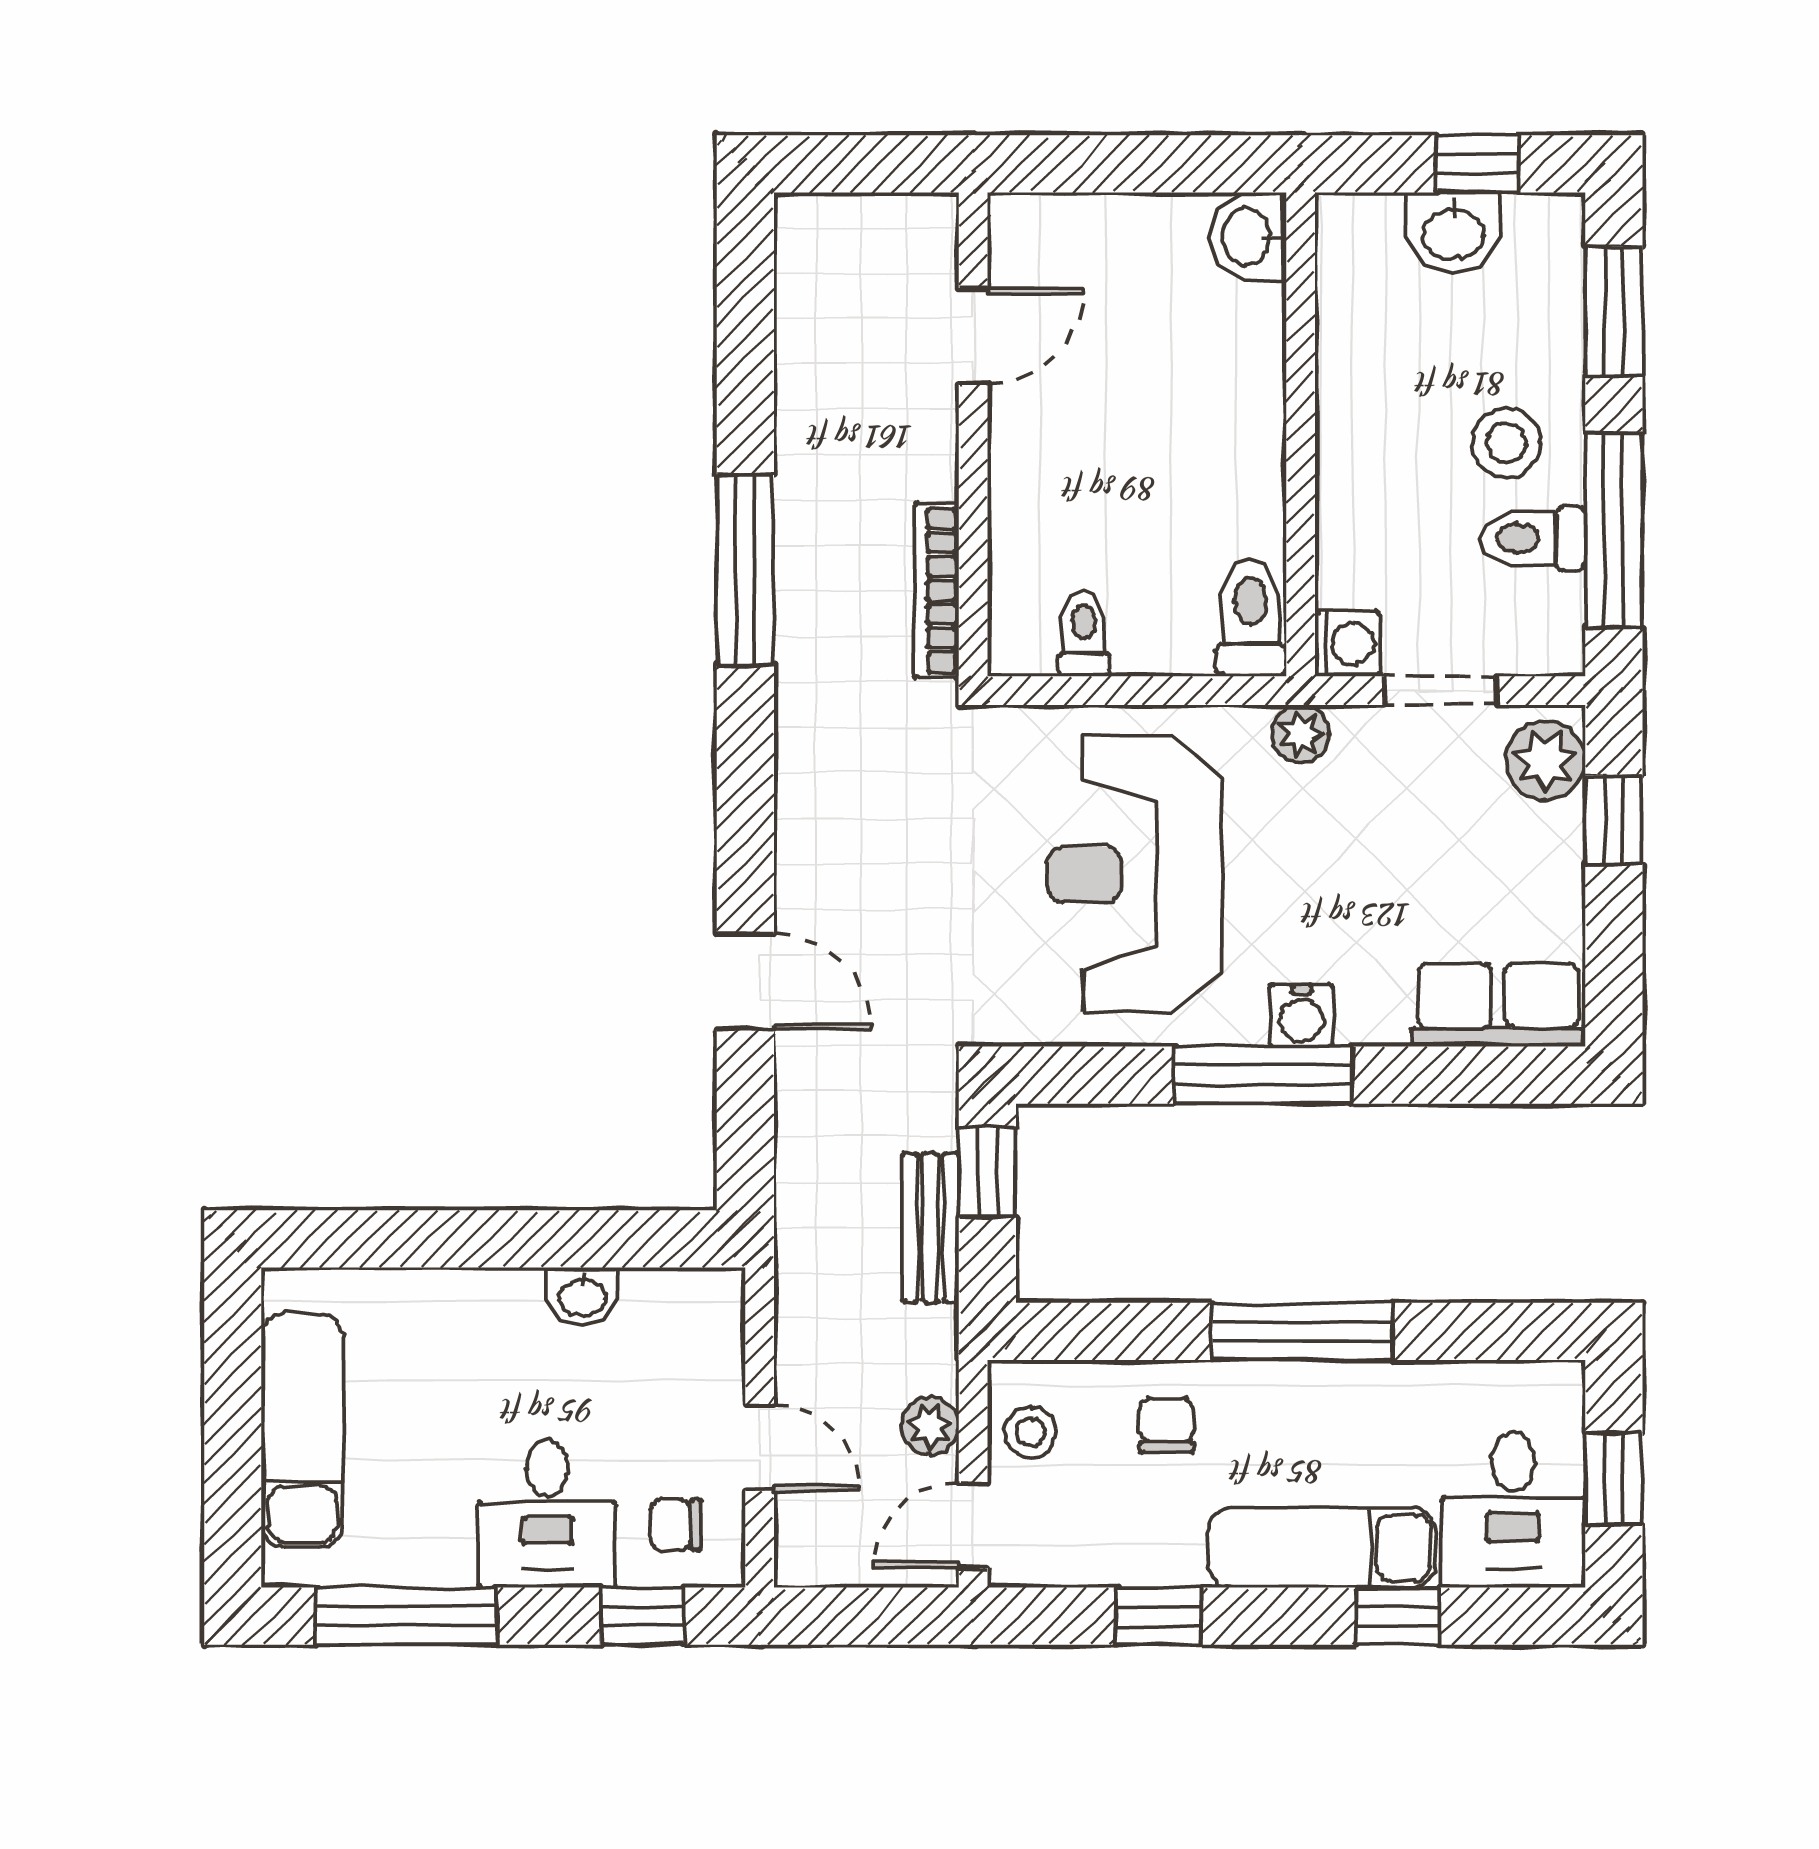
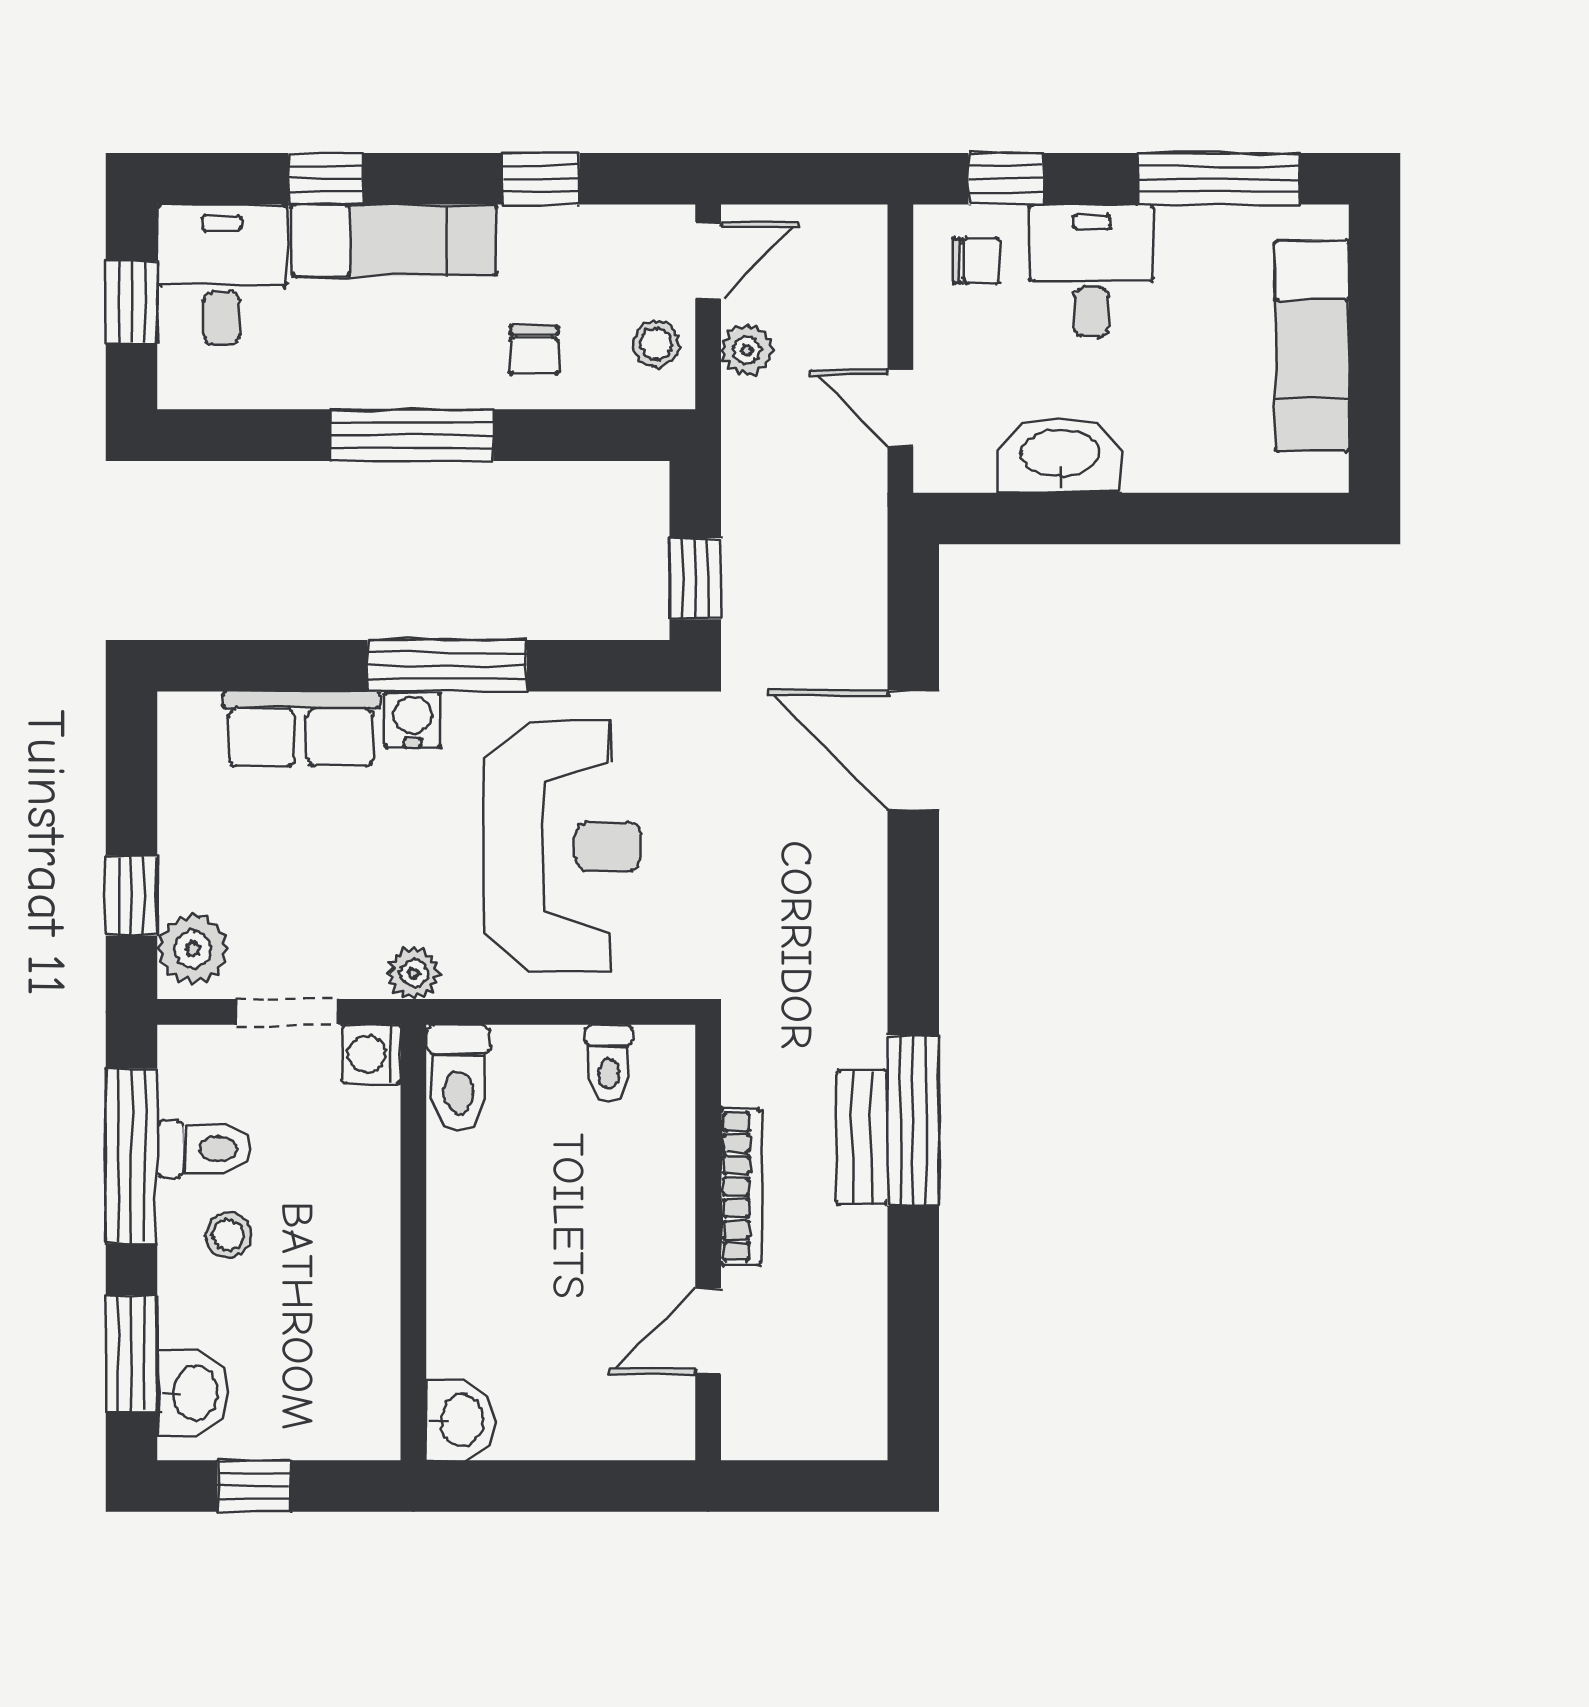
washbasin: (1453, 232) -> (193, 1393), moved, turned 90
stool: (1506, 443) -> (228, 1235), width x0.73, depth x0.73
bookcase: (937, 590) -> (741, 1187), moved
door: (745, 982) -> (913, 750), width x1.38
row of seats: (1498, 1005) -> (301, 729), moved
bench: (930, 1228) -> (862, 1137), moved
washbasin: (582, 1296) -> (1060, 455), width x1.91, depth x1.45
door: (760, 1448) -> (900, 408), moved

